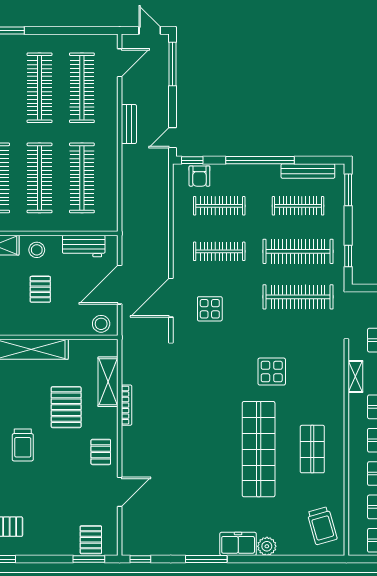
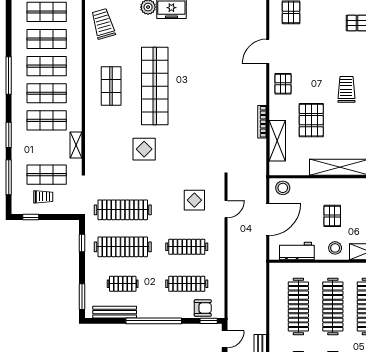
armchair: (199, 176) -> (203, 308), turned 90
clothes rail: (298, 206) -> (123, 284), width x0.73
door: (171, 298) -> (226, 209), width x0.53

